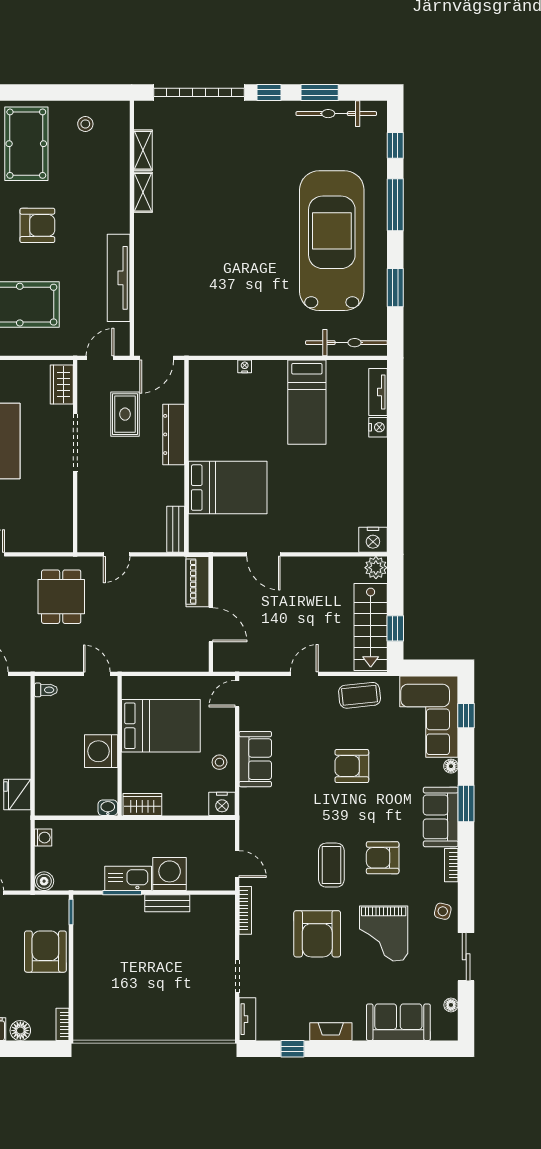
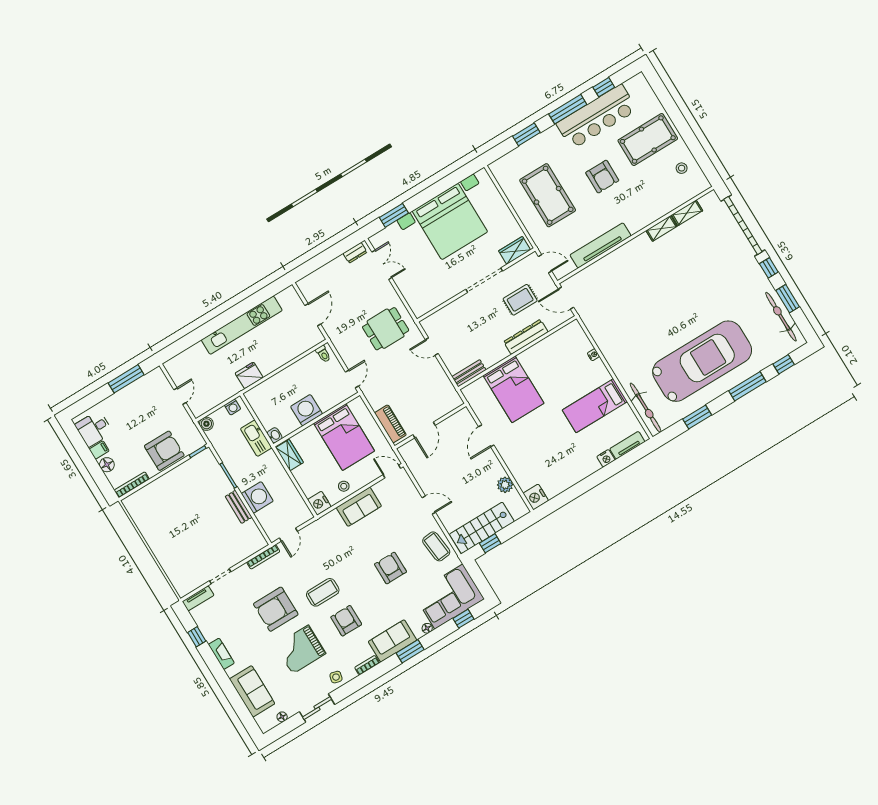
plant: (376, 568) -> (505, 485), moved
piano: (198, 582) -> (390, 424), moved, turned 90
kitchen sink: (128, 878) -> (256, 438), moved, turned 180
bookcase: (63, 1024) -> (132, 485), width x1.56

